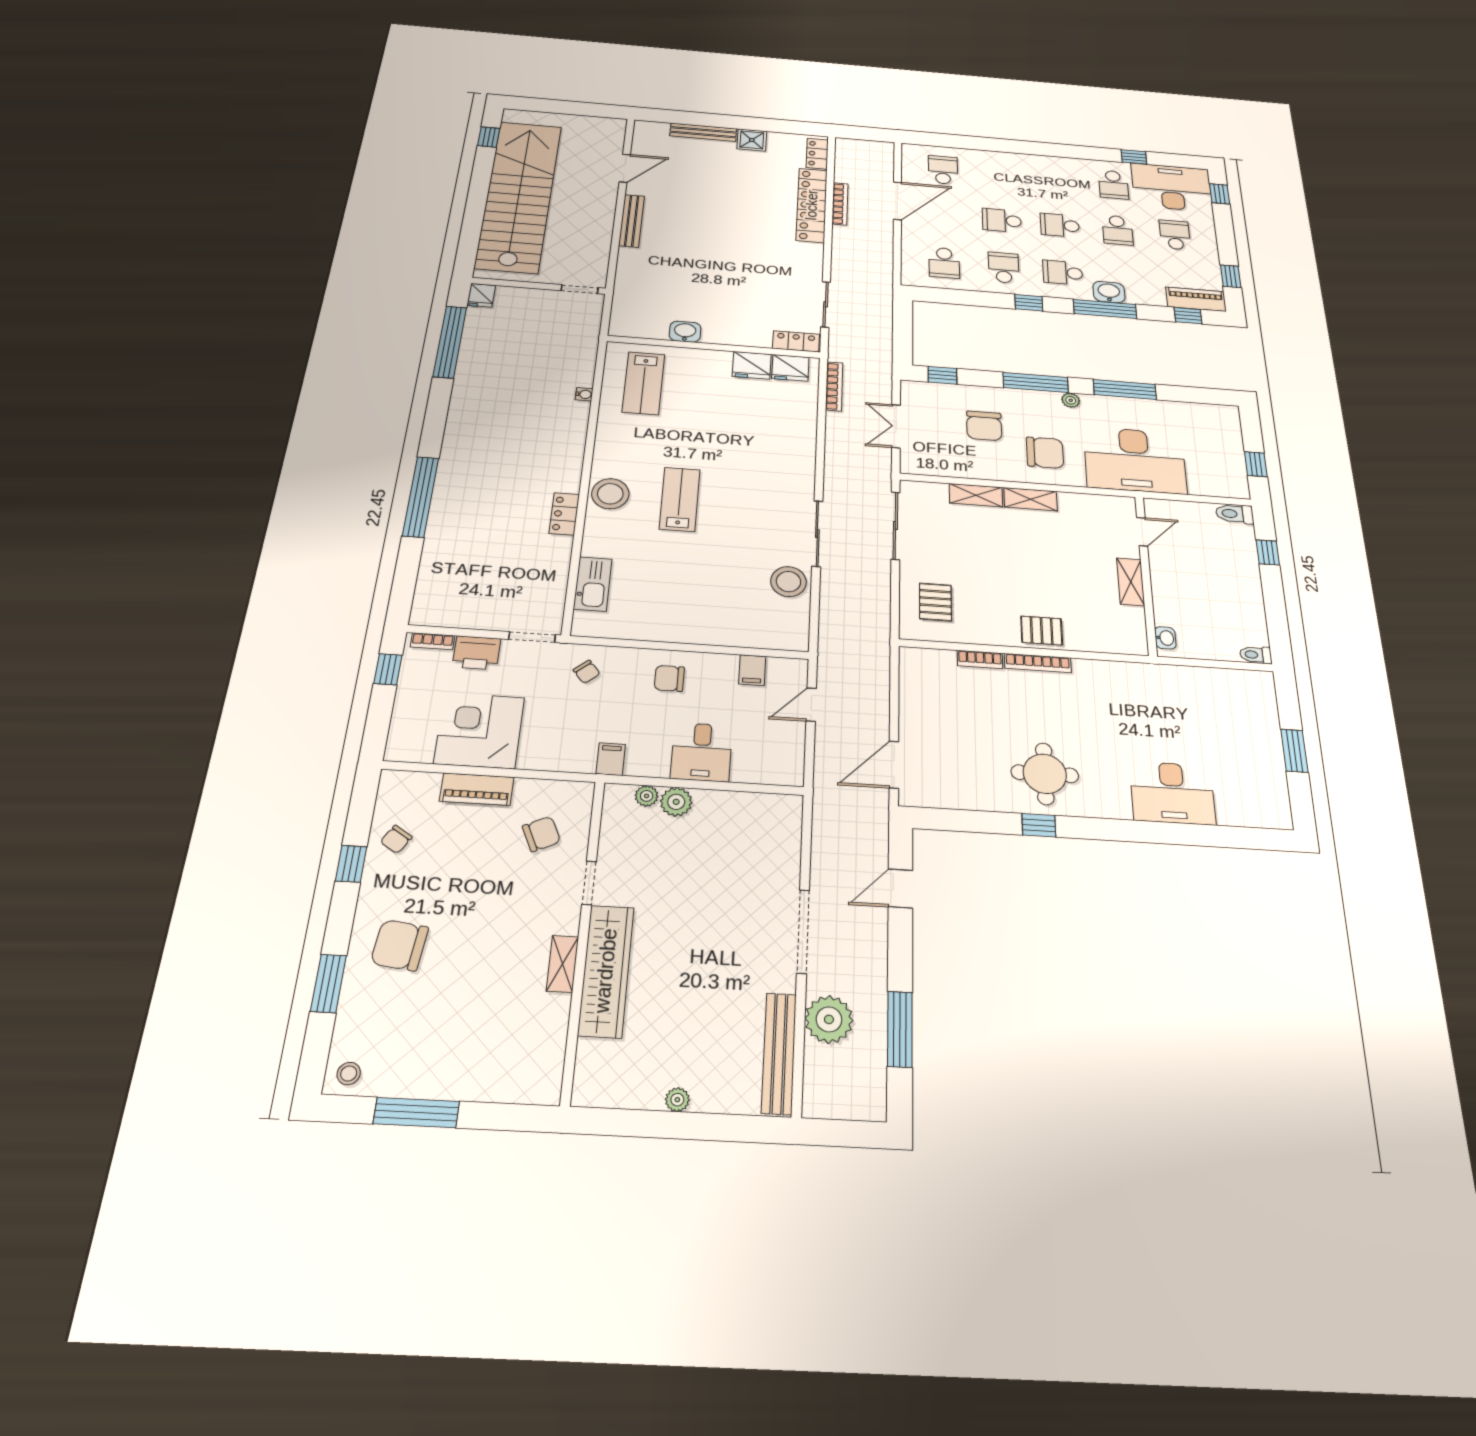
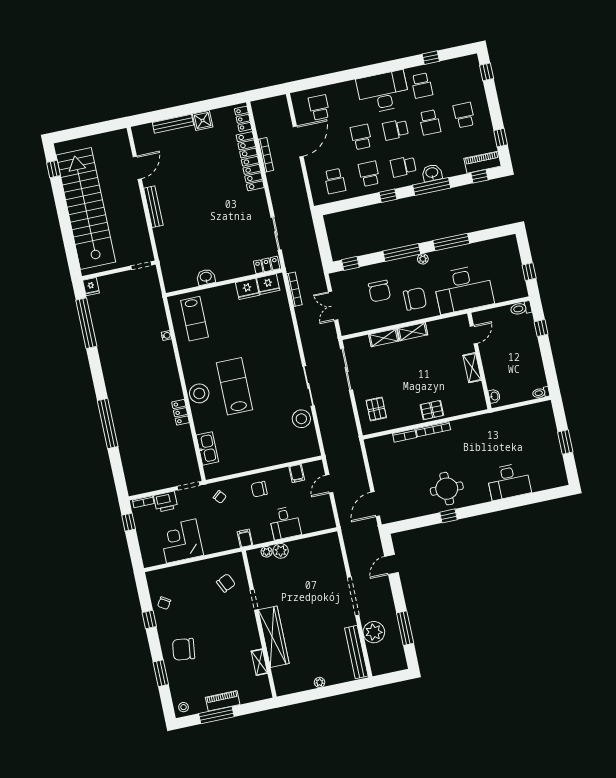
desk: (1172, 187) -> (383, 92), moved
school desk: (1002, 220) -> (361, 137), turned 90
lab bench: (680, 499) -> (234, 386), width x1.36, depth x1.39
piano: (477, 789) -> (223, 701), moved, turned 180
shelving: (562, 964) -> (259, 662), moved

